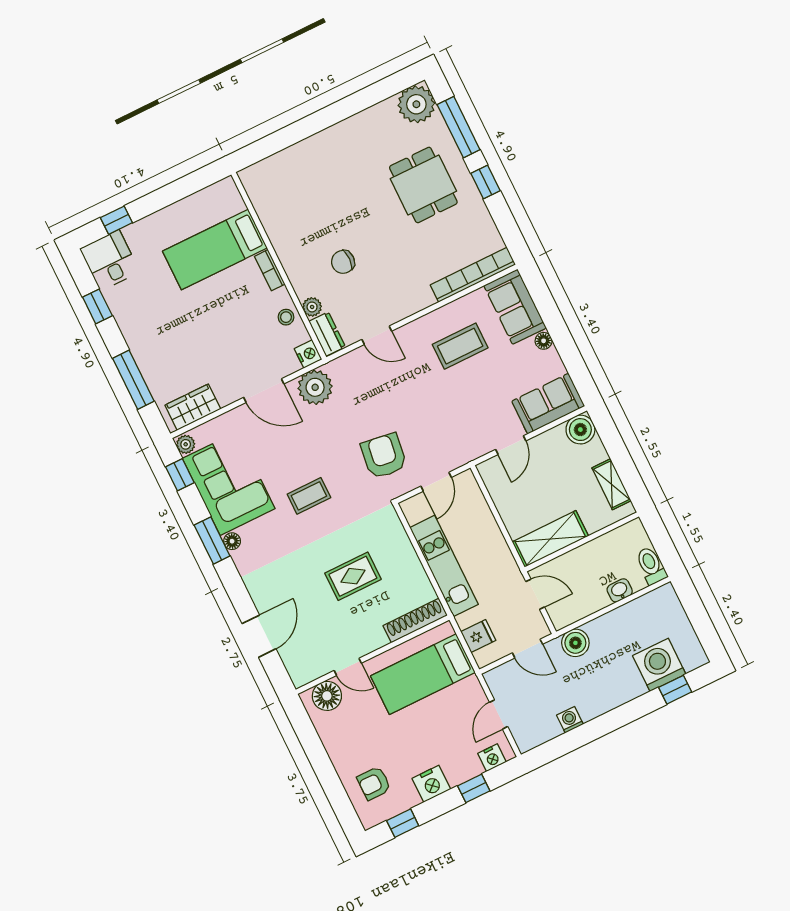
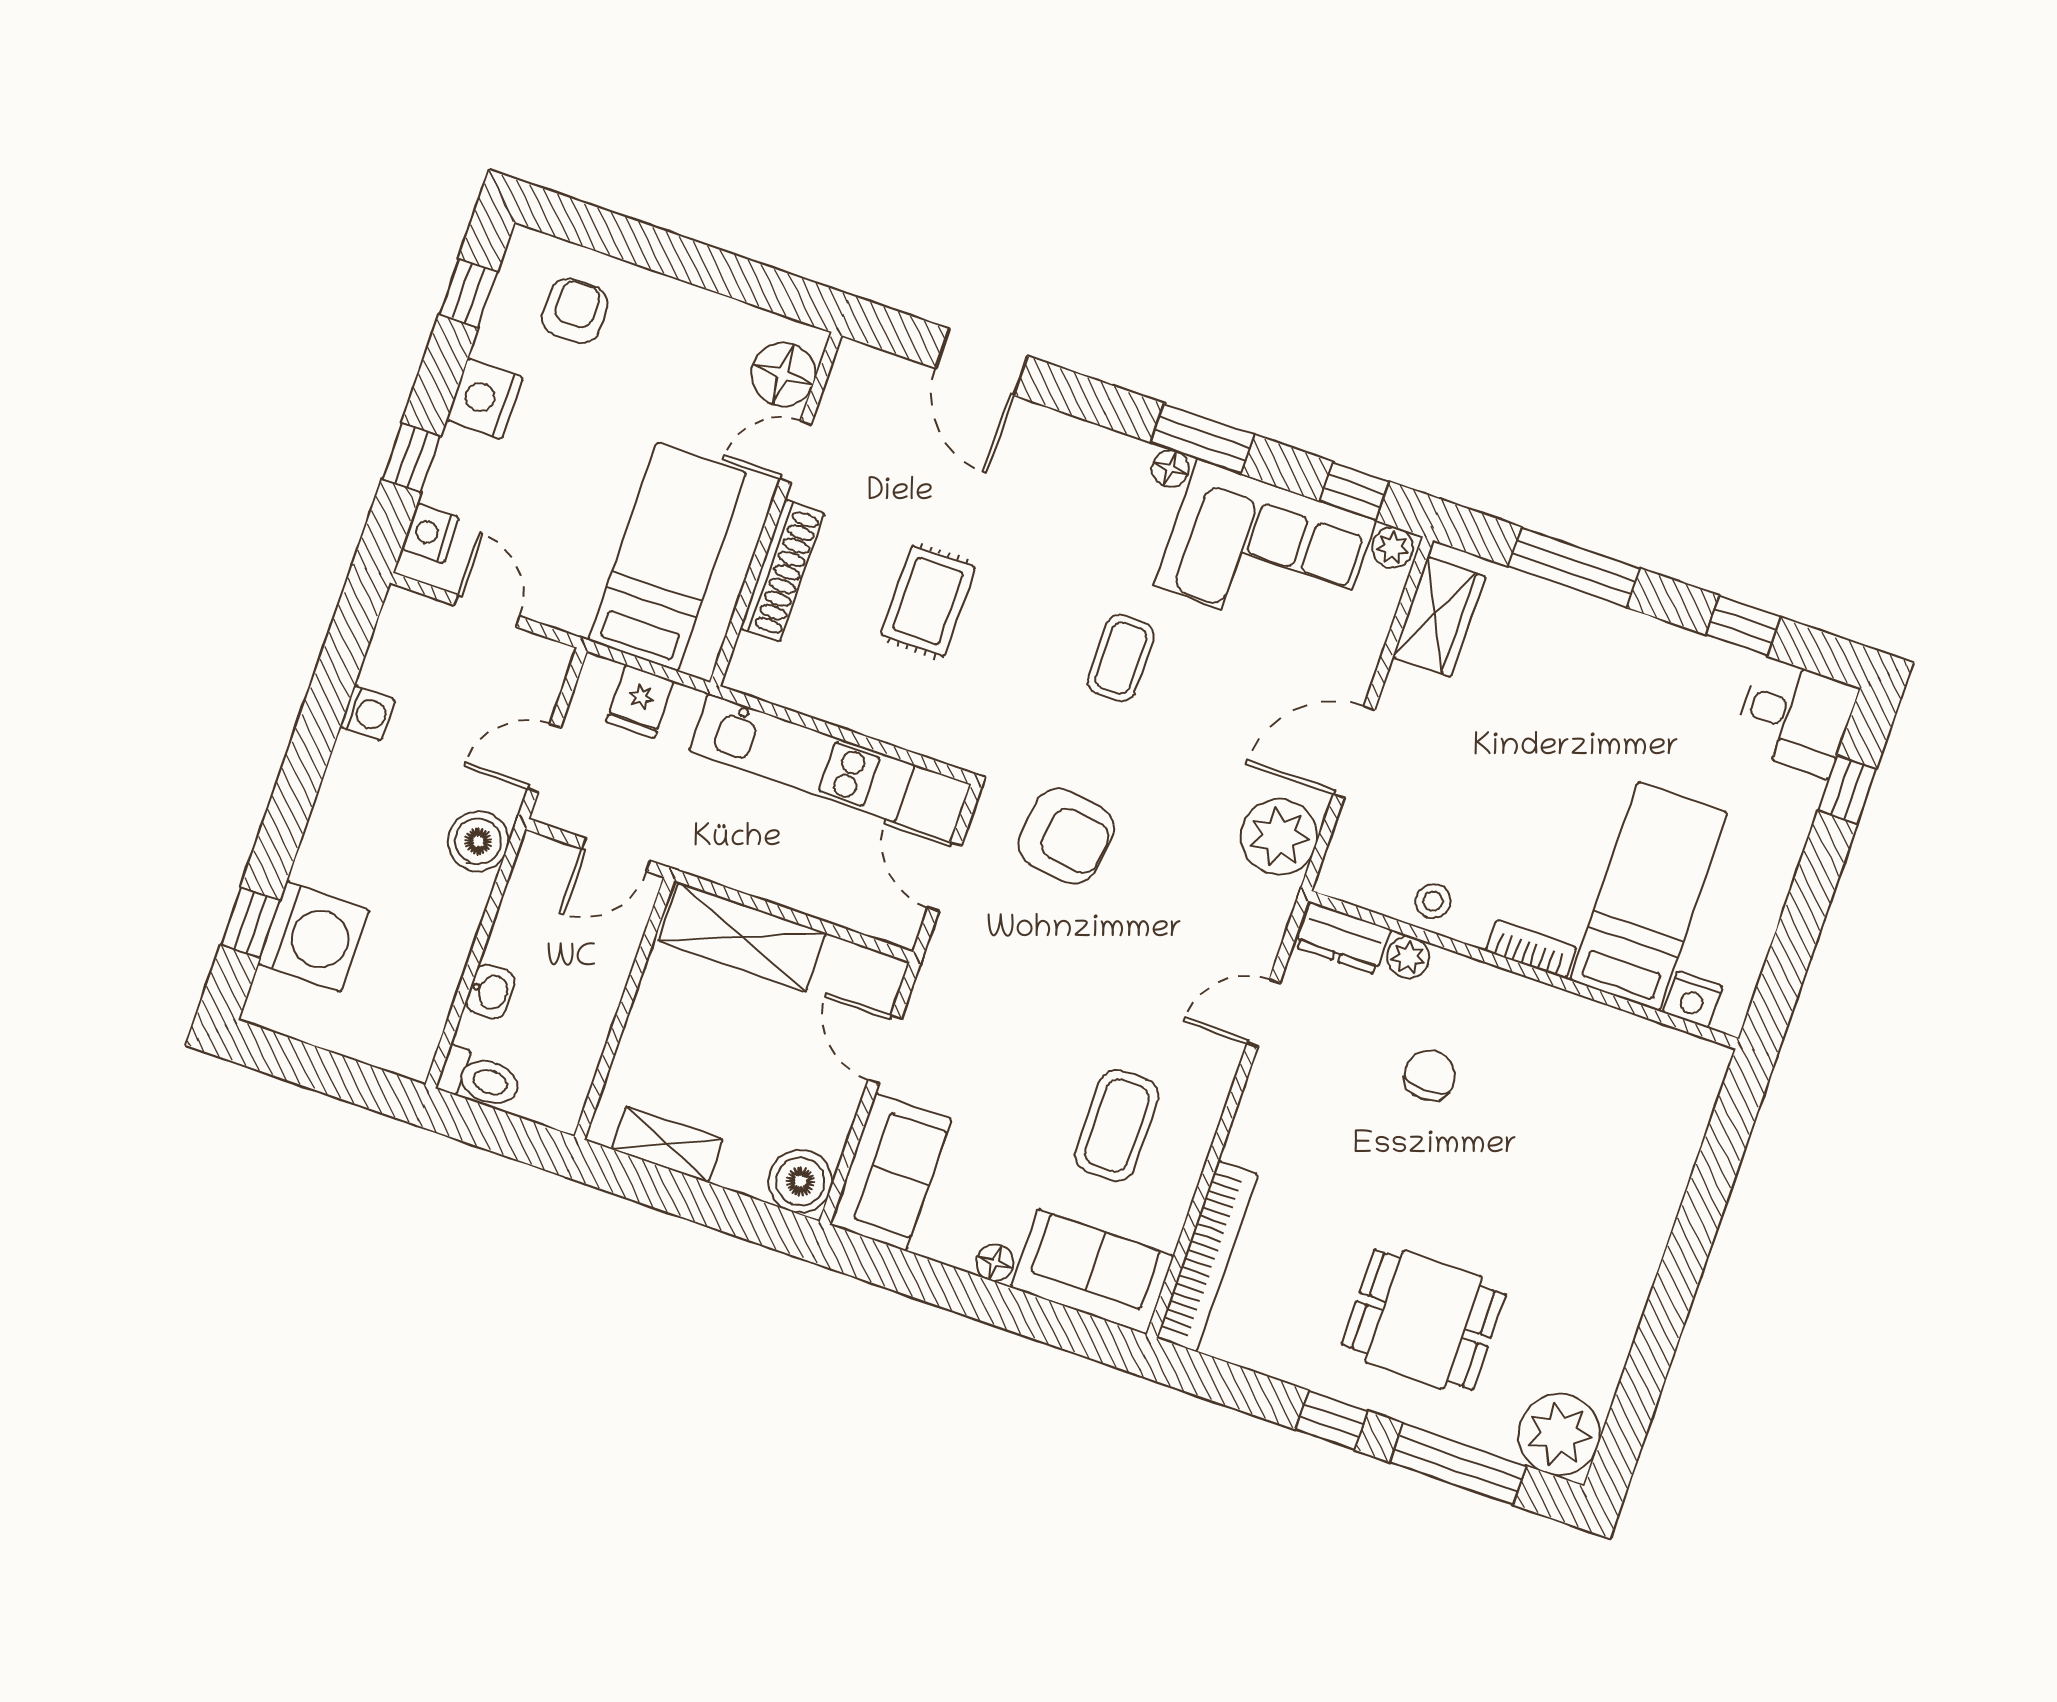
nightstand: (308, 354) -> (1693, 999), moved
shelving: (550, 539) -> (742, 937), moved, turned 90
shoe rack: (415, 621) -> (782, 571), moved

